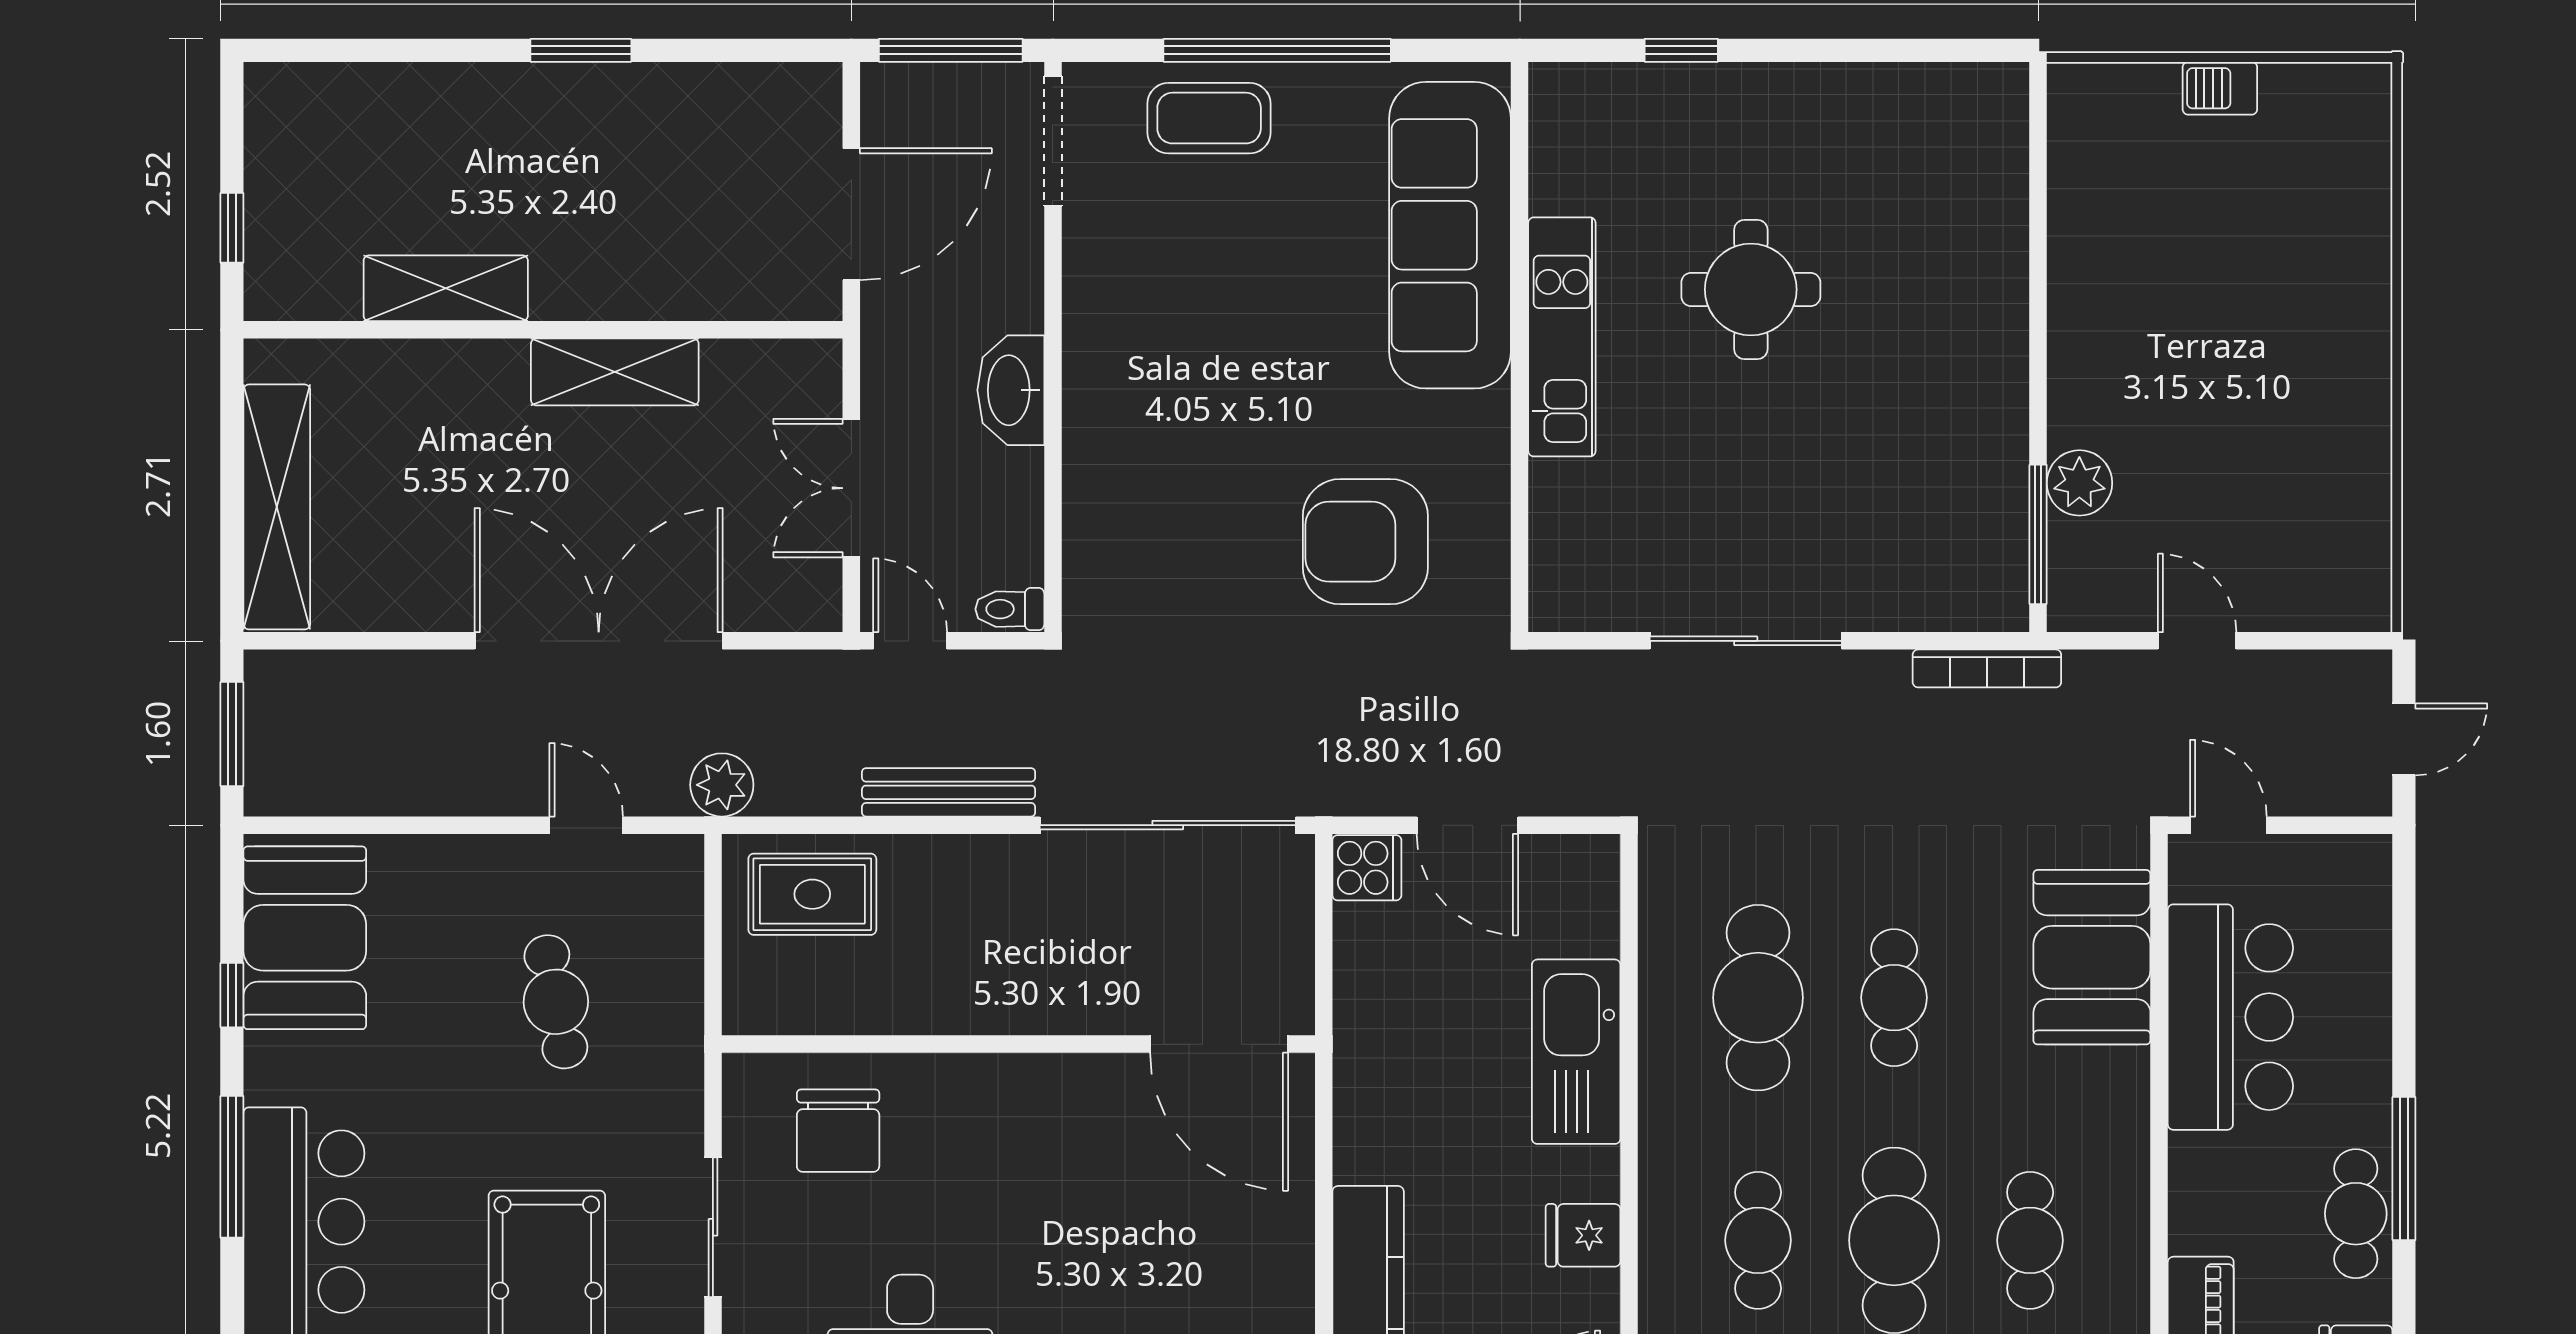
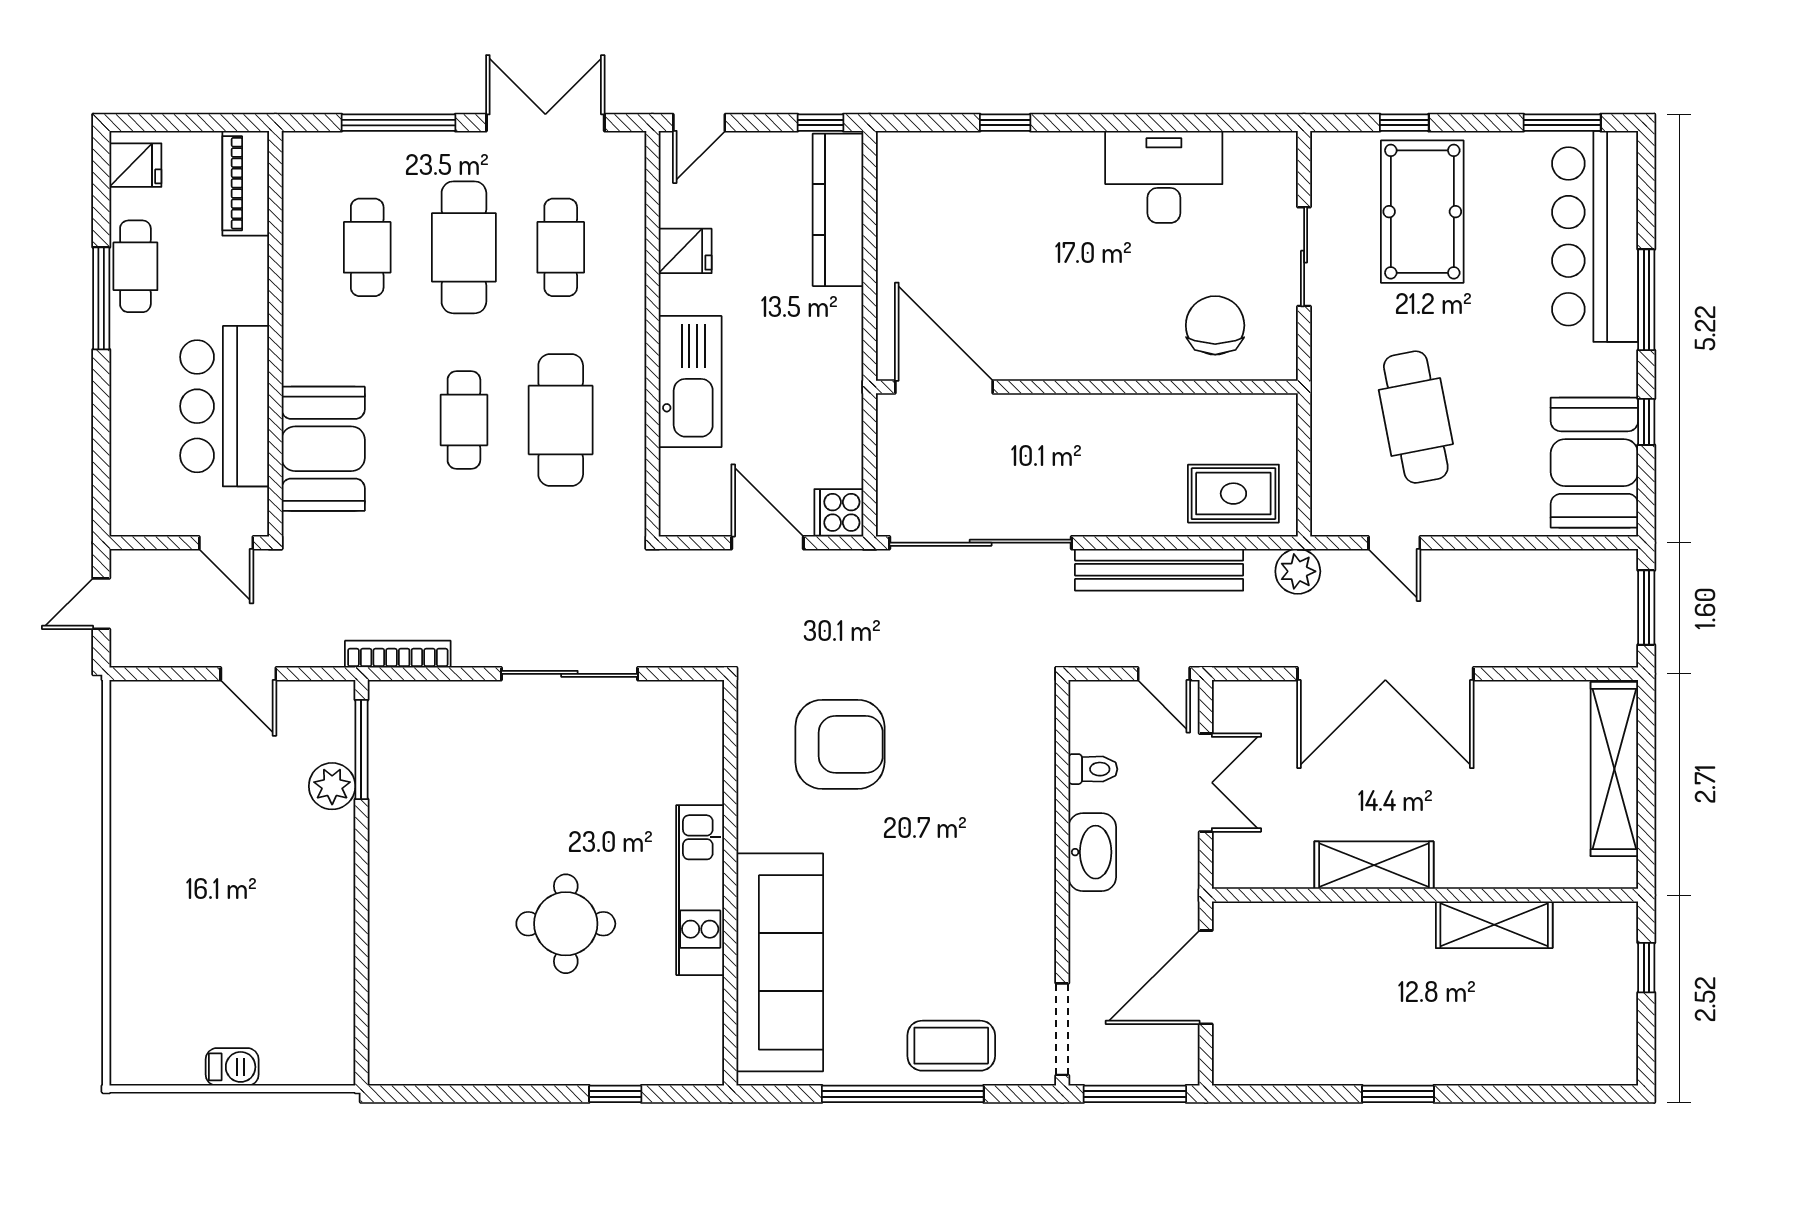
toilet: (1010, 609) -> (1093, 769), moved
bench: (949, 792) -> (1159, 570), width x1.37, depth x1.21
cafe table: (556, 1002) -> (1416, 417), width x1.37, depth x1.35

